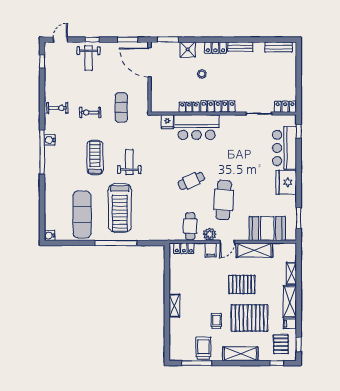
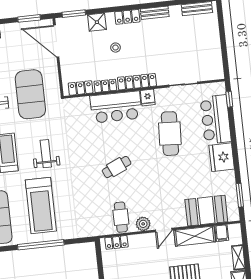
exercise mat: (121, 107) -> (30, 94), width x2.00, depth x1.45
locker: (285, 107) -> (81, 88), moved
fridge: (167, 122) -> (148, 98), moved
cafe table: (224, 200) -> (170, 134), moved
filing cabinet: (211, 250) -> (222, 233), moved

